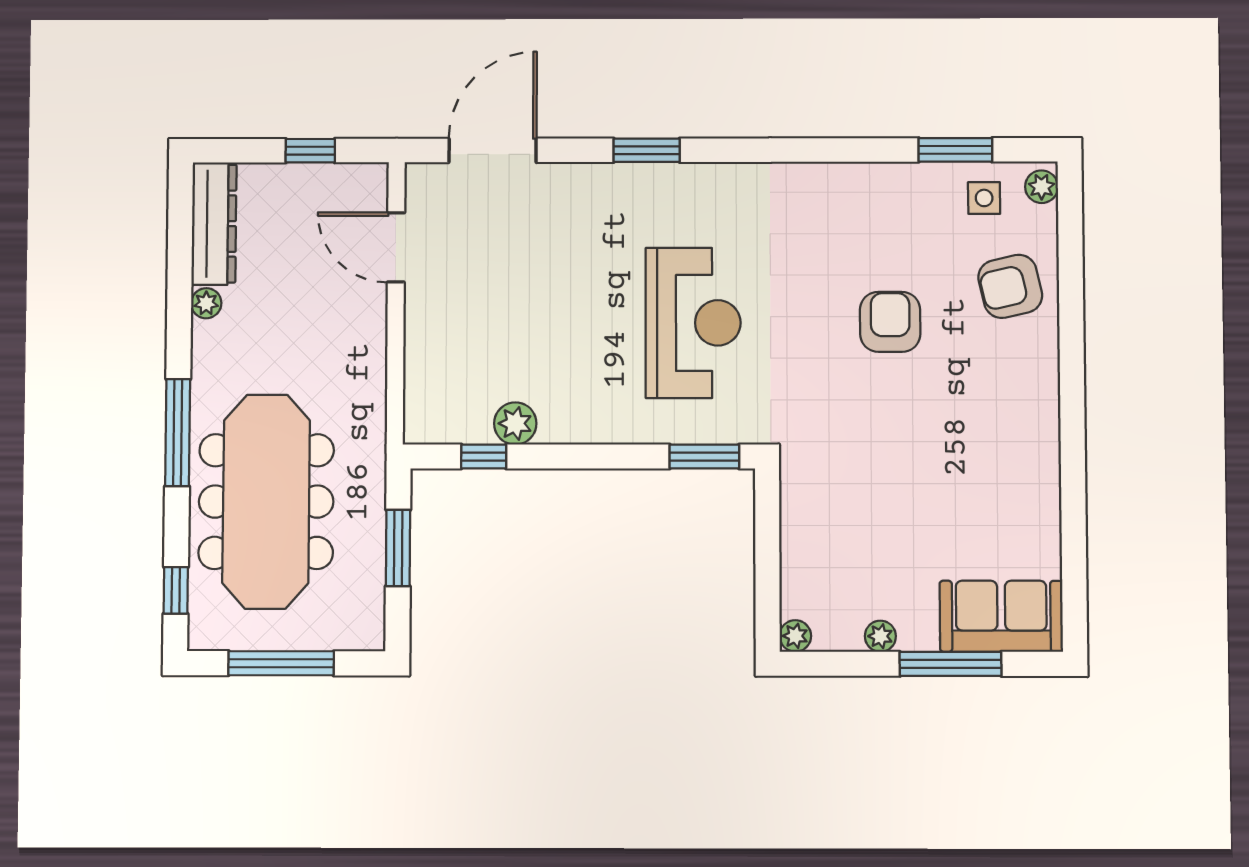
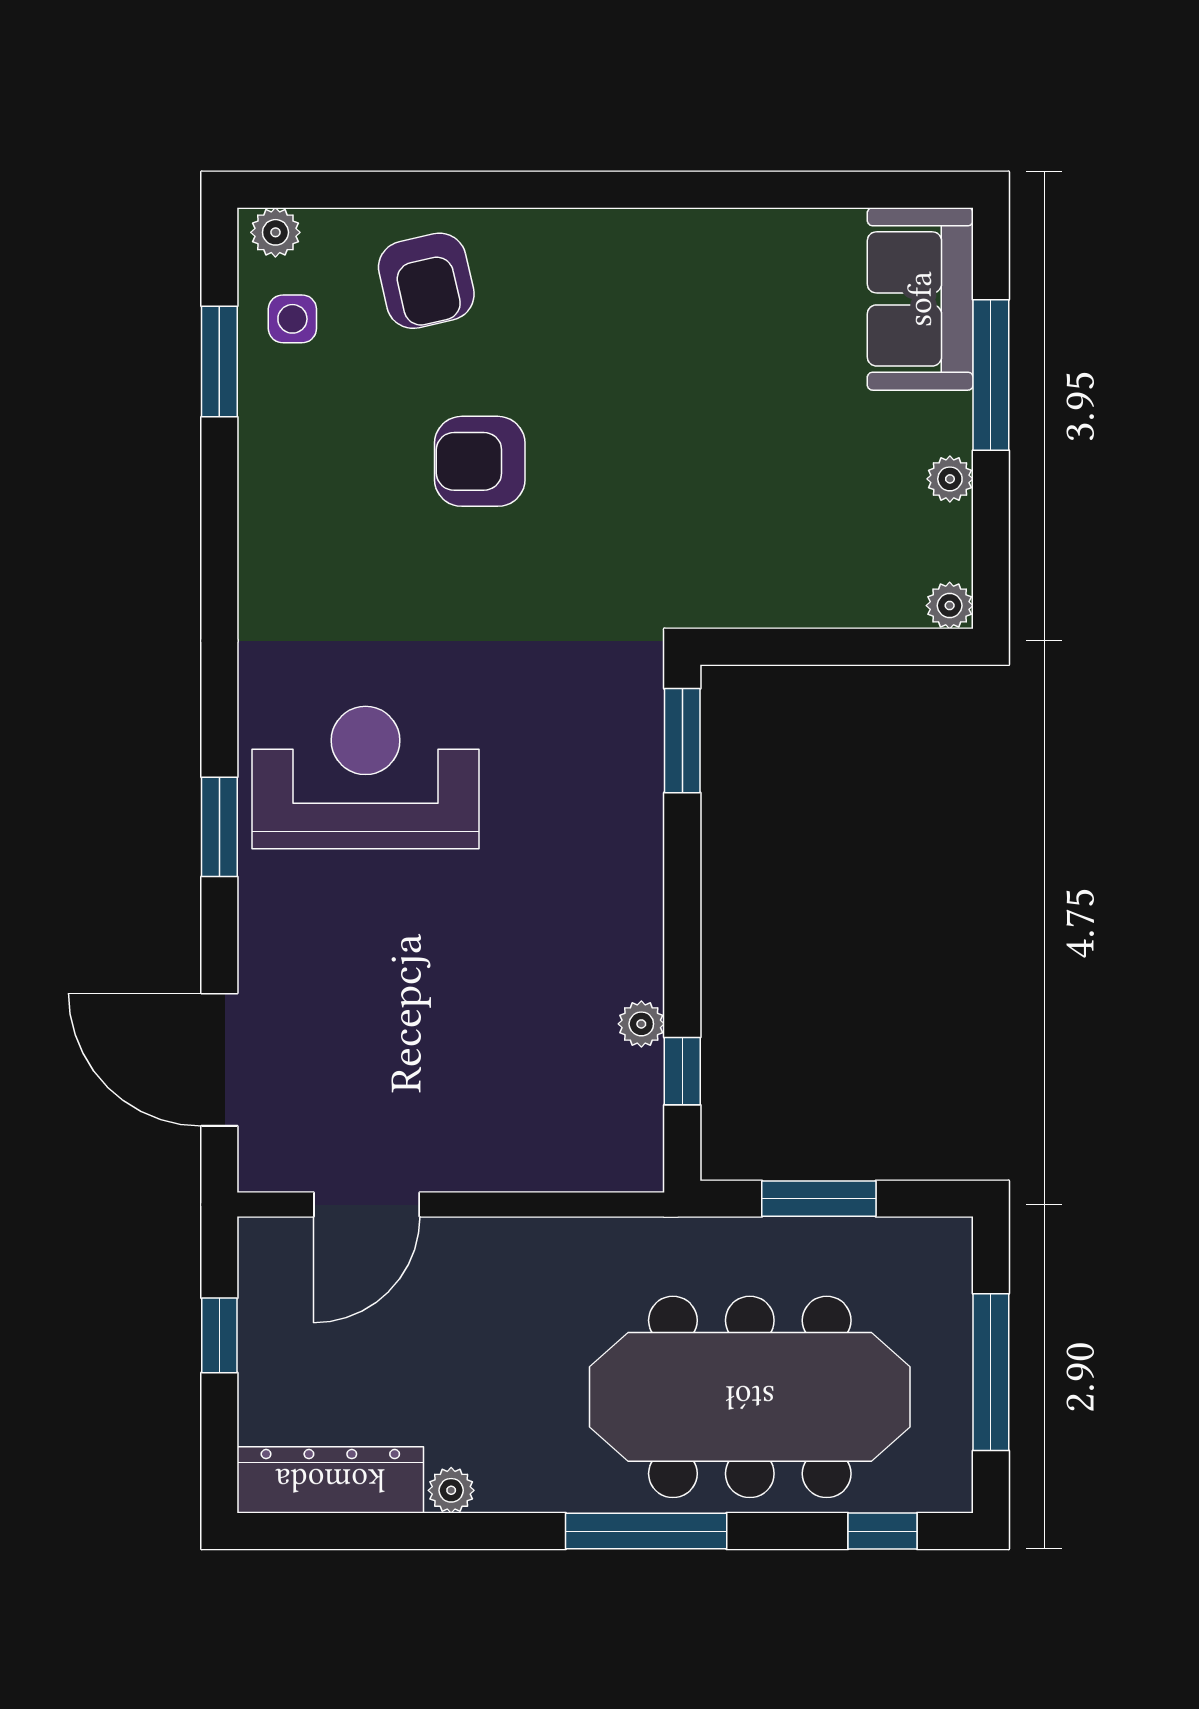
reception desk: (693, 323) -> (366, 778), moved
plant: (515, 423) -> (641, 1024), width x0.73, depth x0.73

